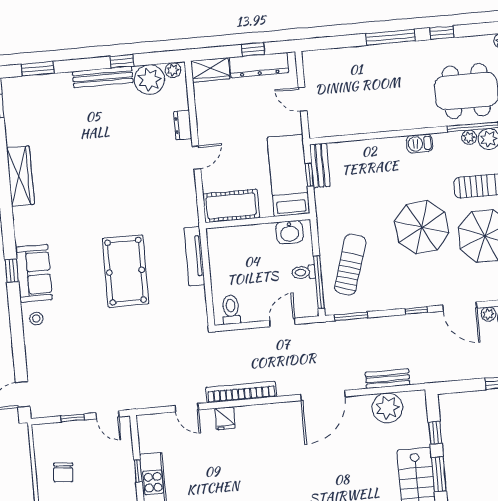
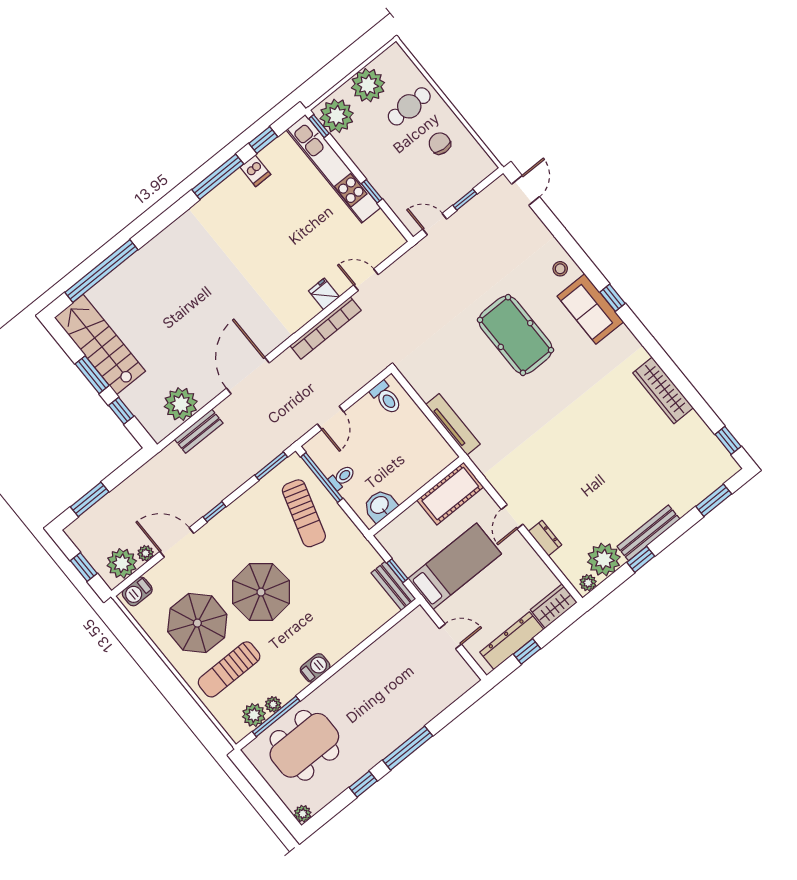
bed: (289, 175) -> (455, 566), moved, turned -90
pool table: (126, 271) -> (515, 335), moved

